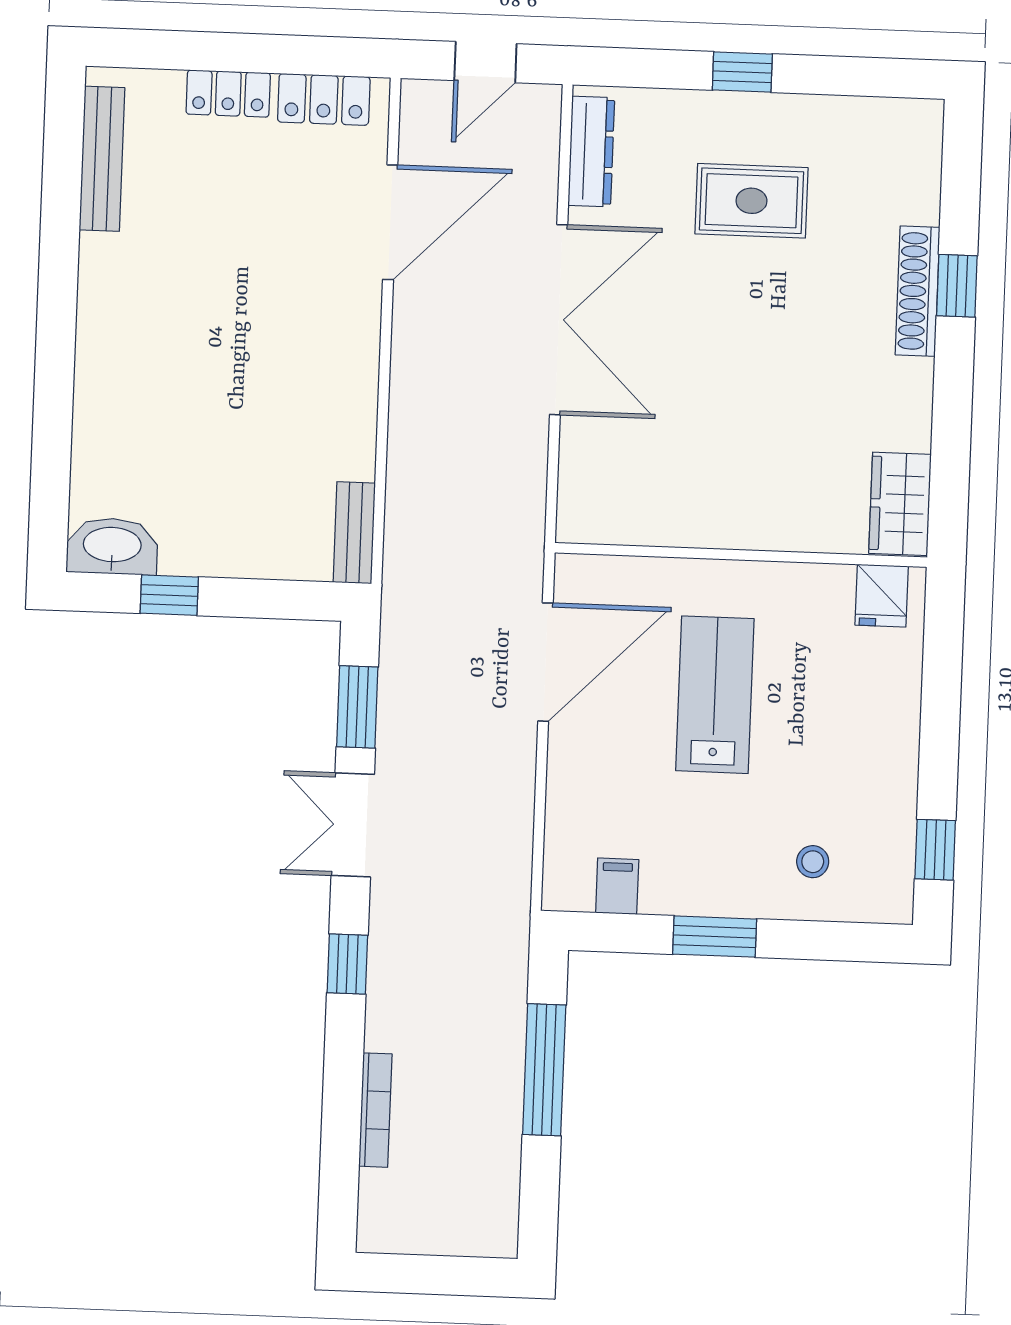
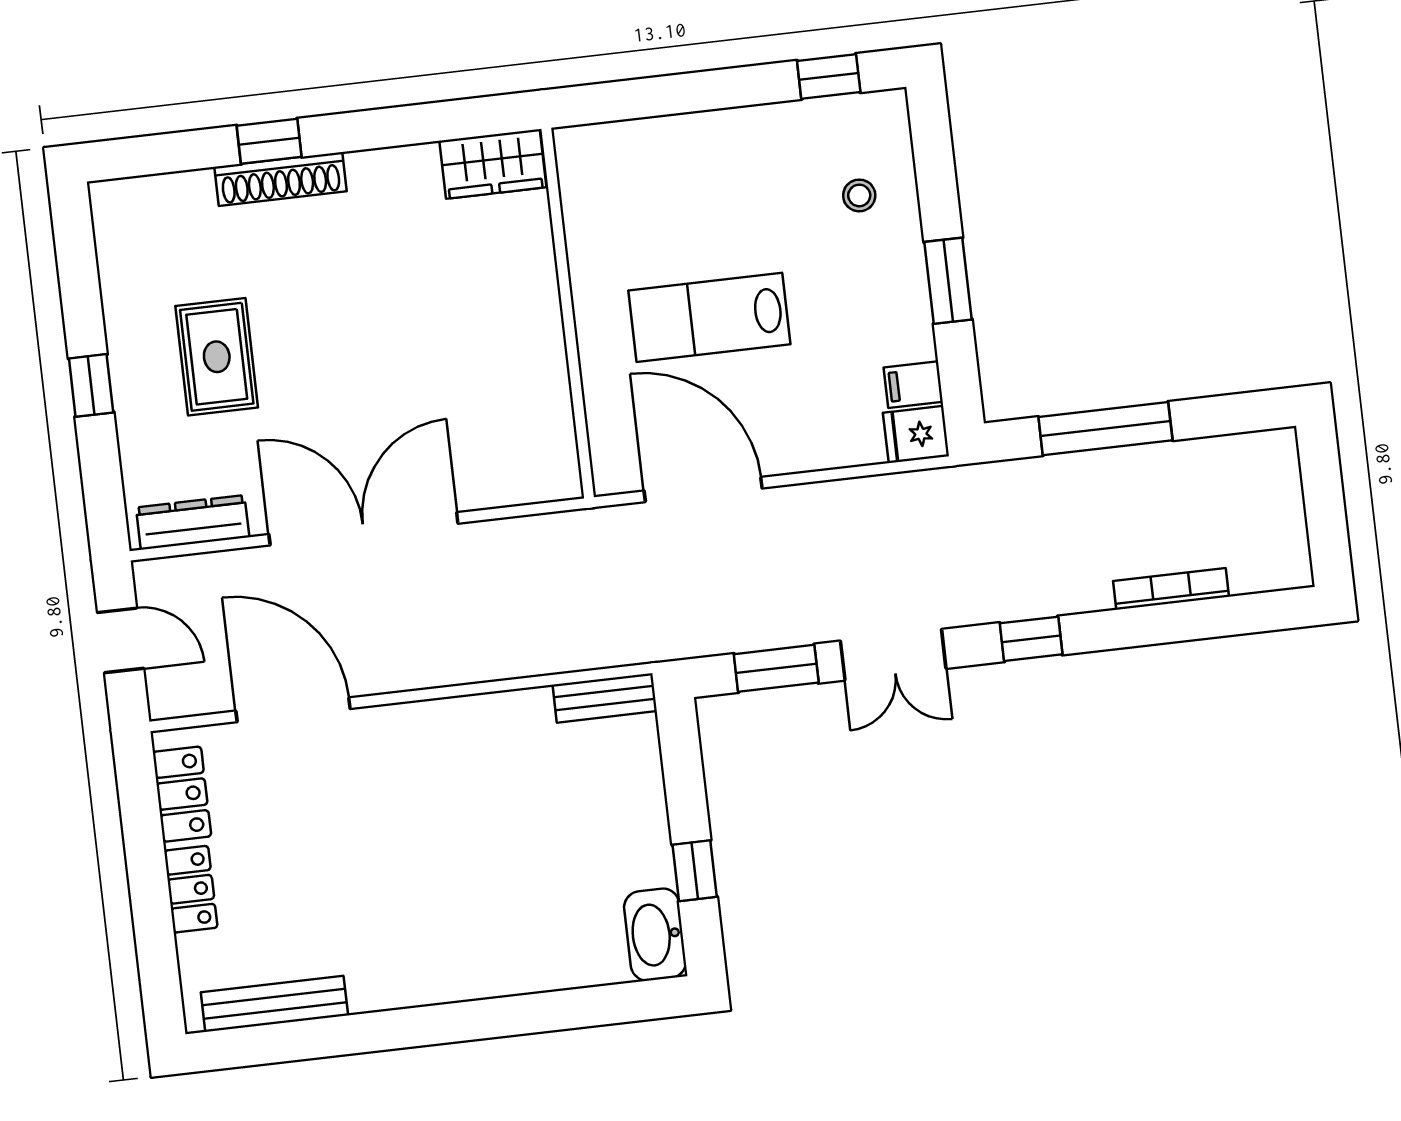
fridge: (882, 596) -> (916, 434), moved, turned 180

